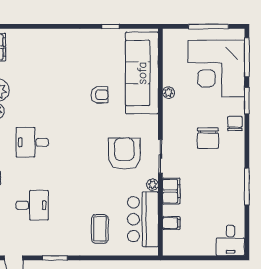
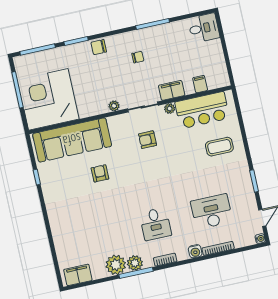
corner desk: (216, 69) -> (48, 99), moved, turned 180
plant: (168, 93) -> (114, 106), moved
chair: (208, 138) -> (138, 57), moved, width x0.54, depth x0.54
armchair: (124, 154) -> (147, 140), width x0.53, depth x0.53
desk: (32, 205) -> (212, 212), width x1.37

